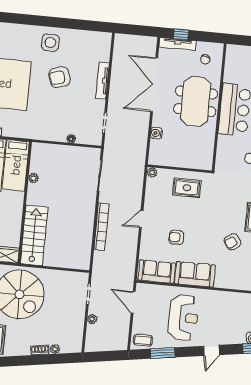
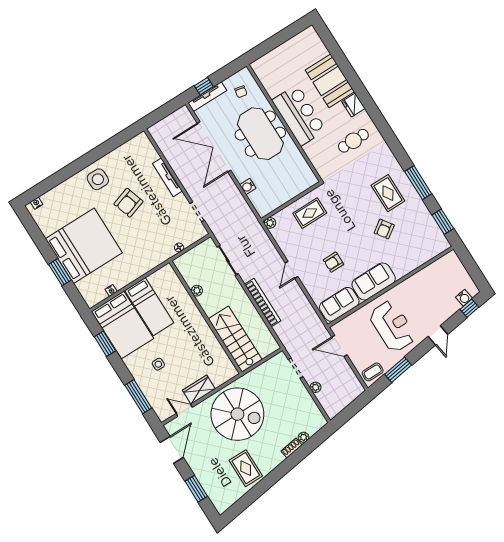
plant: (33, 178) -> (197, 291), moved
wall: (25, 203) -> (206, 317), moved
stairs: (34, 235) -> (235, 339), moved

